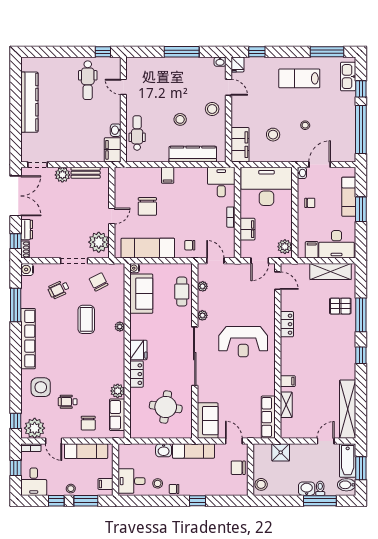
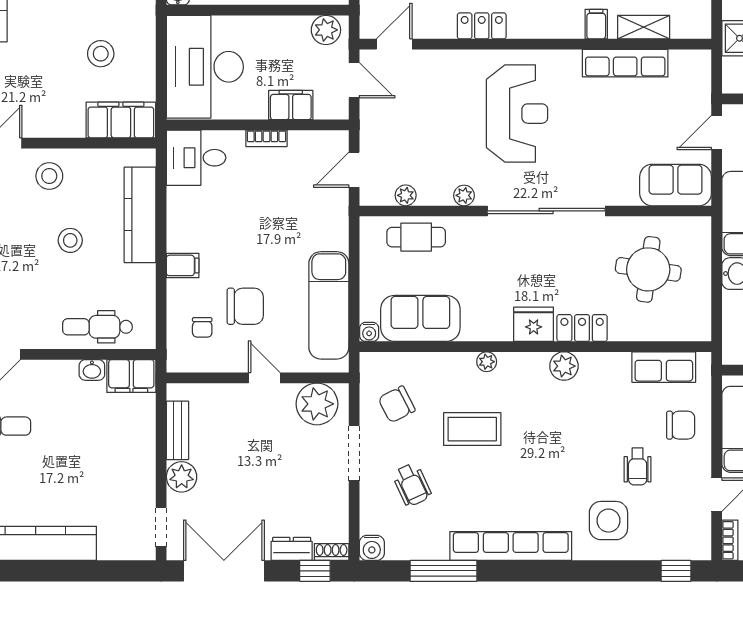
chair: (190, 245) -> (202, 327), moved
plant: (118, 391) -> (564, 366), moved
row of seats: (268, 417) -> (625, 63), moved
plant: (35, 428) -> (691, 533), removed

